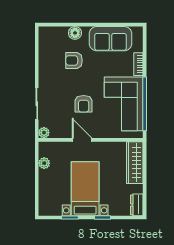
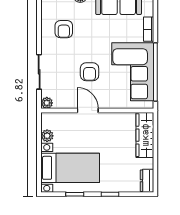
armchair: (74, 60) -> (64, 29), moved, turned -90
bed with nightstands: (85, 189) -> (70, 168), moved, turned 90

